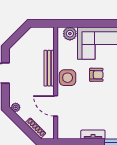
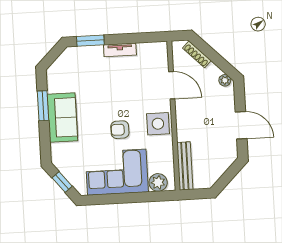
bench: (49, 68) -> (185, 166), moved

